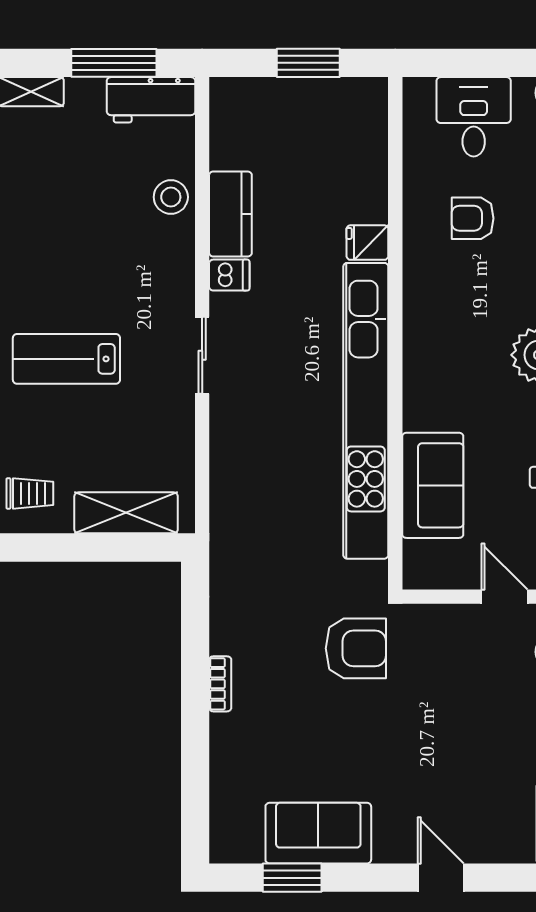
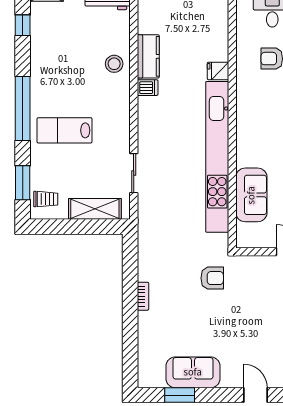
stool: (171, 197) -> (114, 64), moved
sliding door: (202, 355) -> (134, 173), moved
armchair: (356, 648) -> (212, 278), width x0.72, depth x0.72

